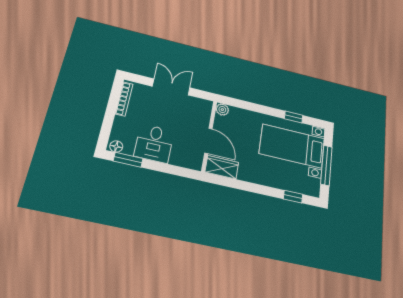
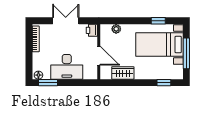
printer: (205, 107) -> (92, 30), added
plant: (222, 110) -> (116, 29), moved
desk: (154, 143) -> (67, 67), width x1.37
wardrobe: (222, 167) -> (123, 73), moved

